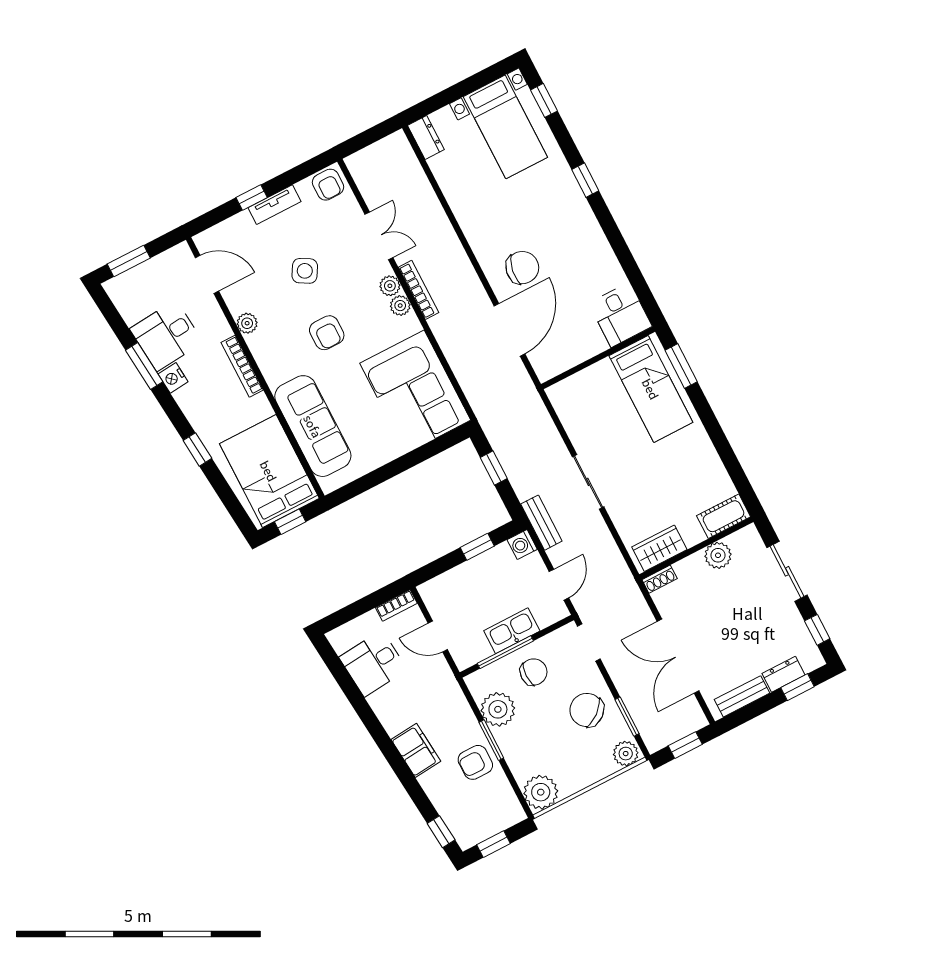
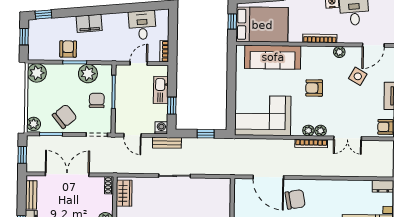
chair: (522, 268) -> (295, 199), turned -109
side table: (305, 271) -> (358, 76), moved
kitchen sink: (512, 631) -> (161, 90), moved, turned 180
chair: (534, 672) -> (97, 100), turned 180

